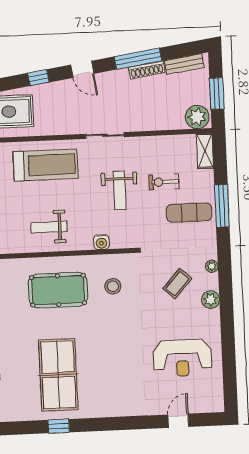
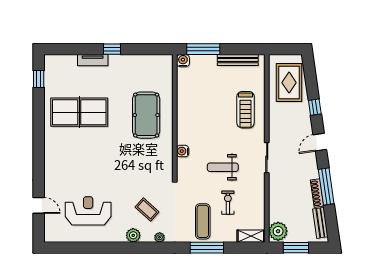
treadmill: (46, 165) -> (246, 110), width x0.73, depth x0.73
weight bench: (49, 227) -> (196, 110), removed
stool: (113, 286) -> (147, 158), removed
reception desk: (182, 358) -> (88, 211), turned 90
window: (59, 426) -> (39, 79), moved

